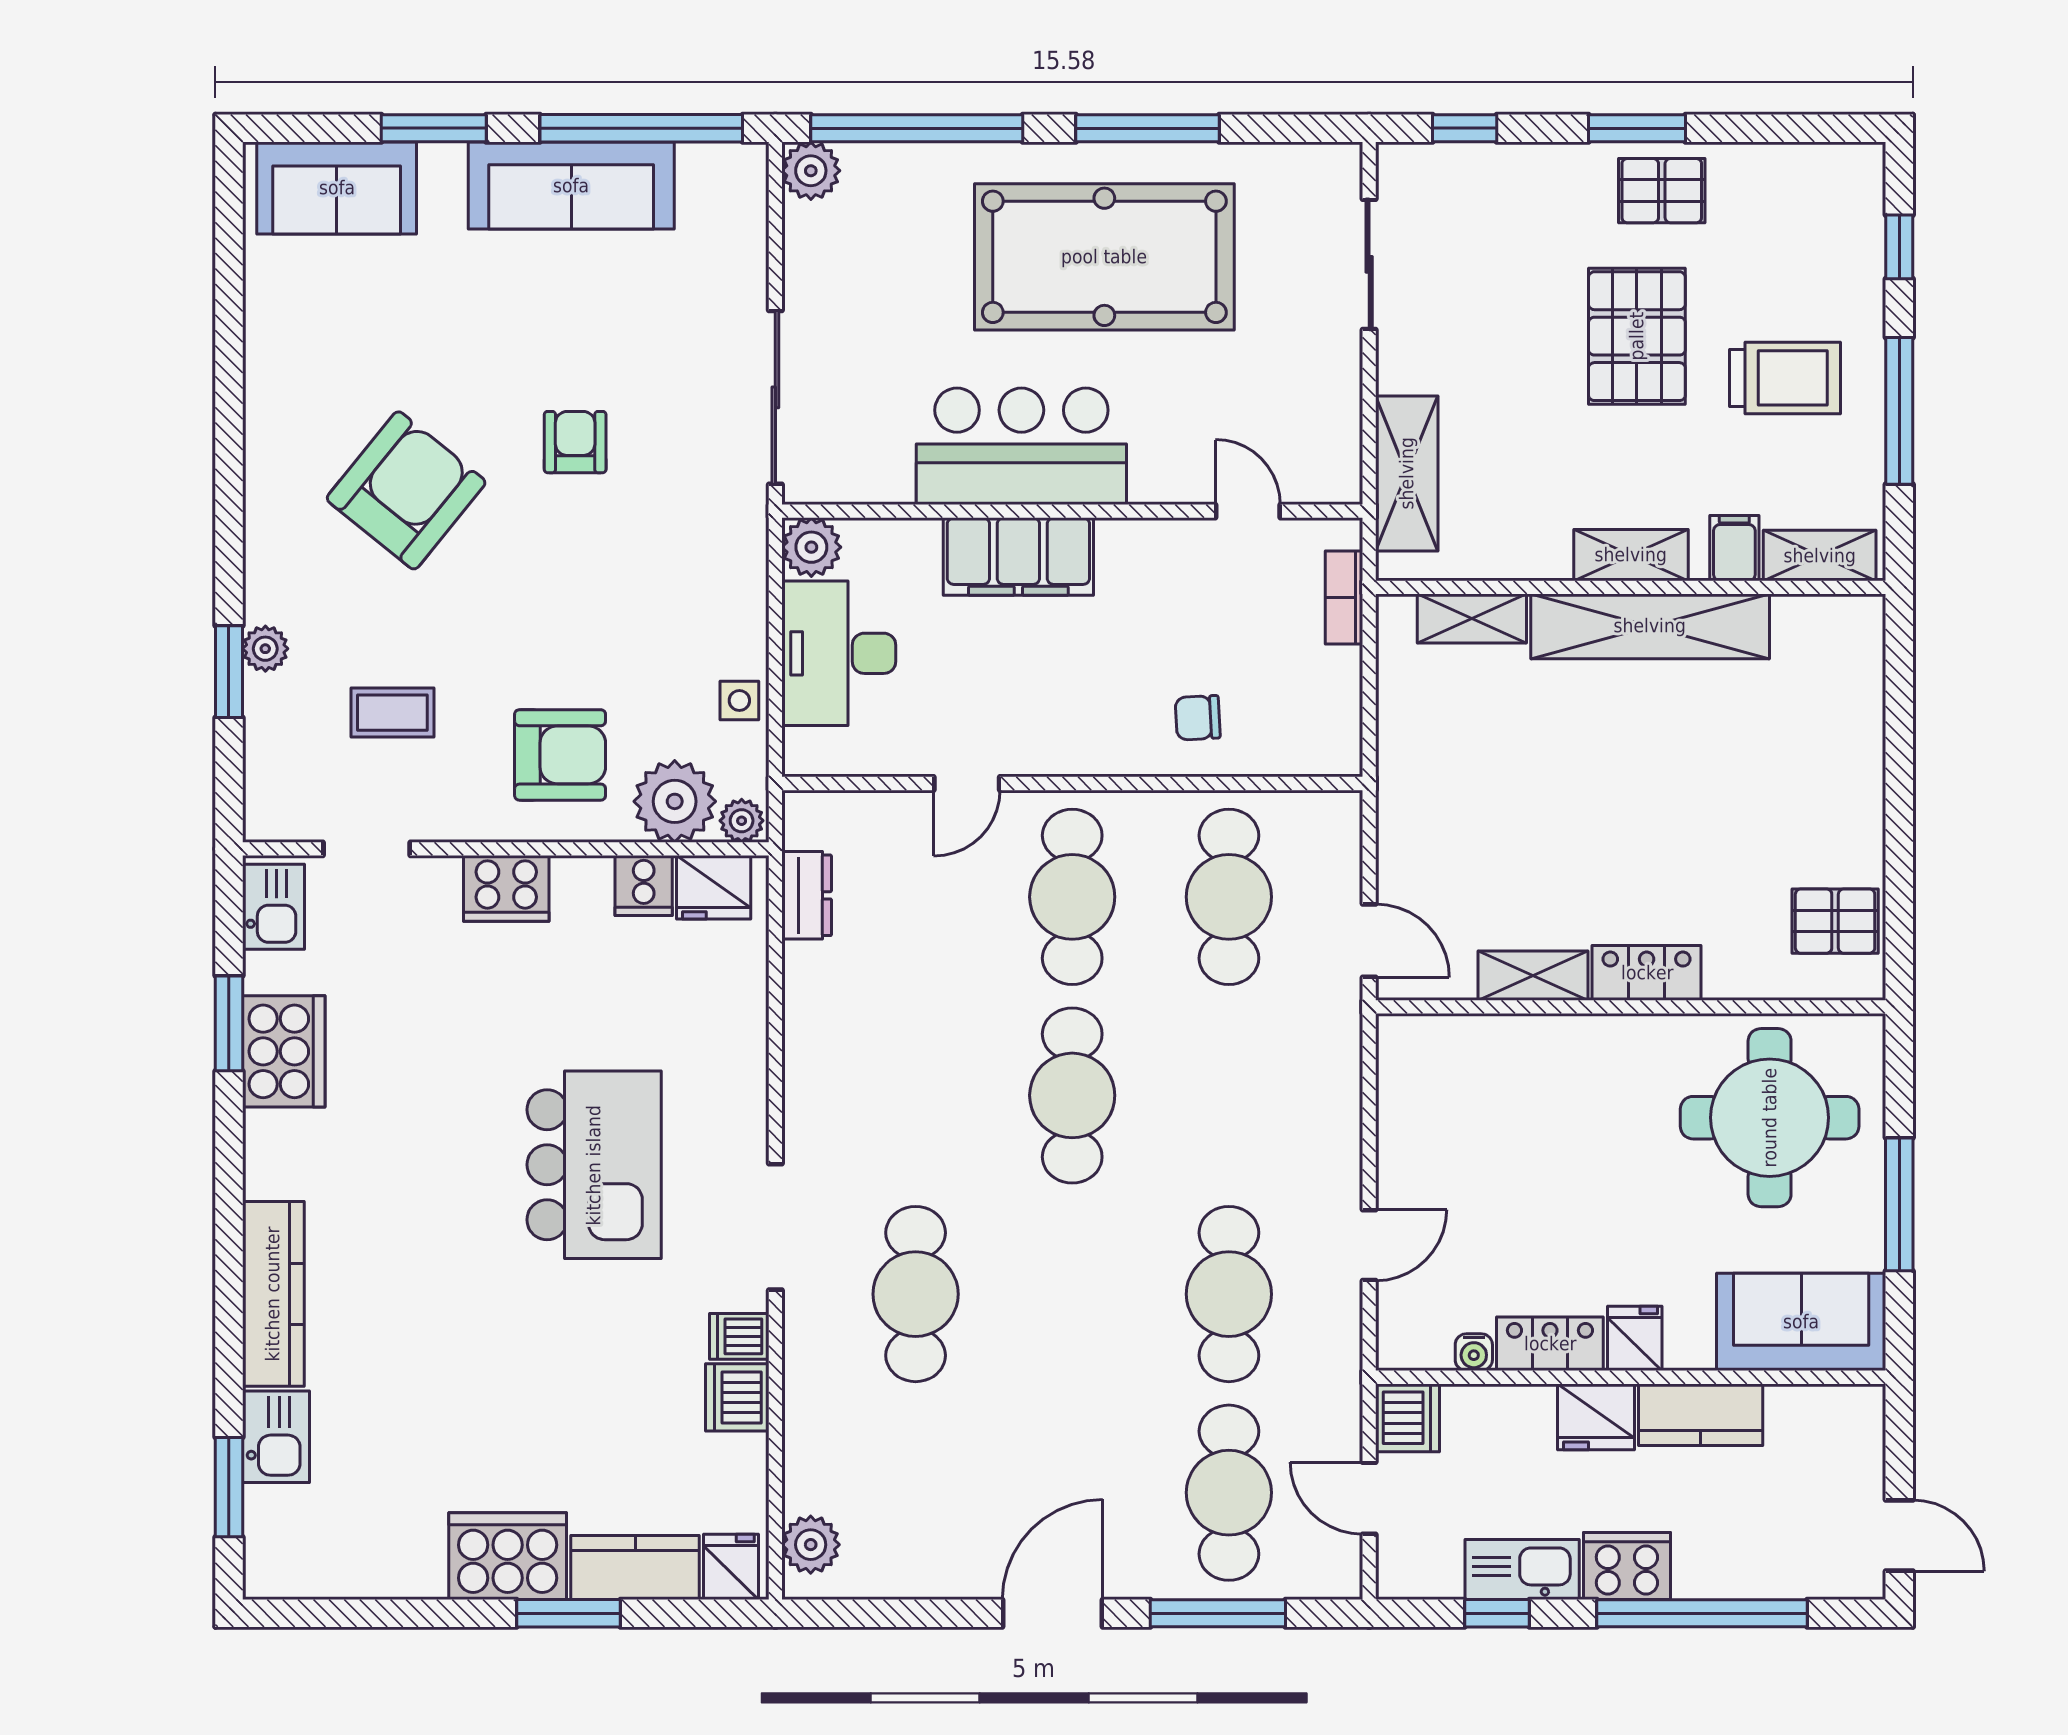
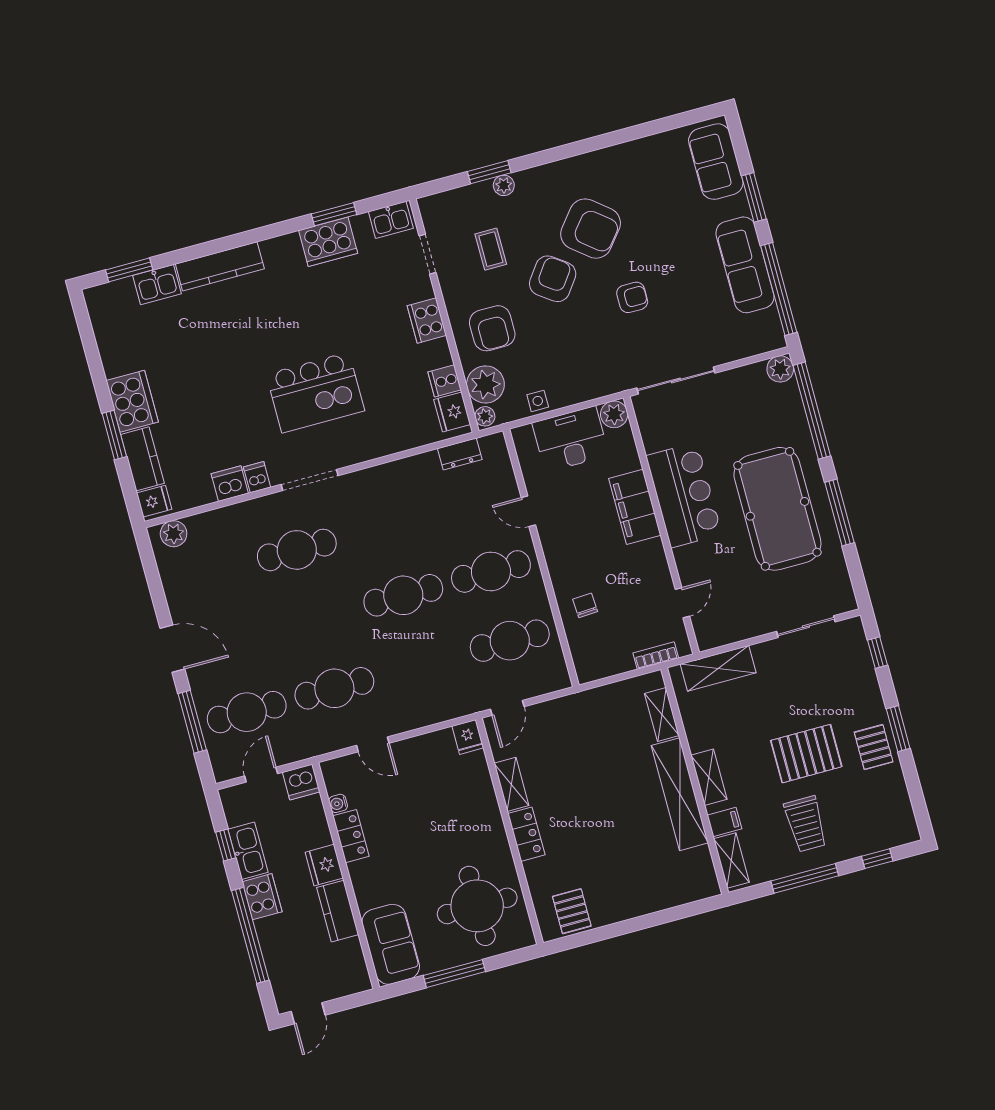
armchair: (490, 599) -> (553, 279), added
fridge: (1635, 1338) -> (468, 737), moved, turned 90

